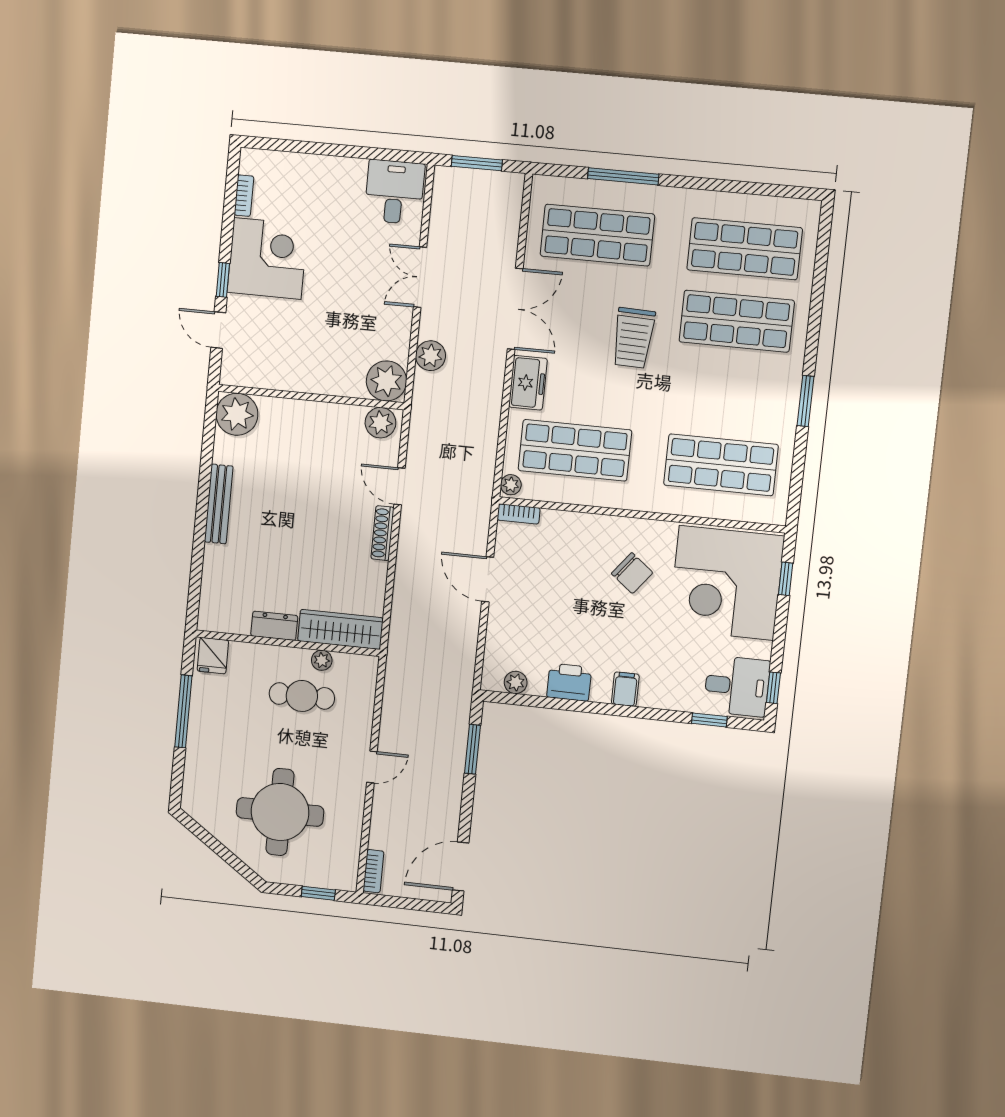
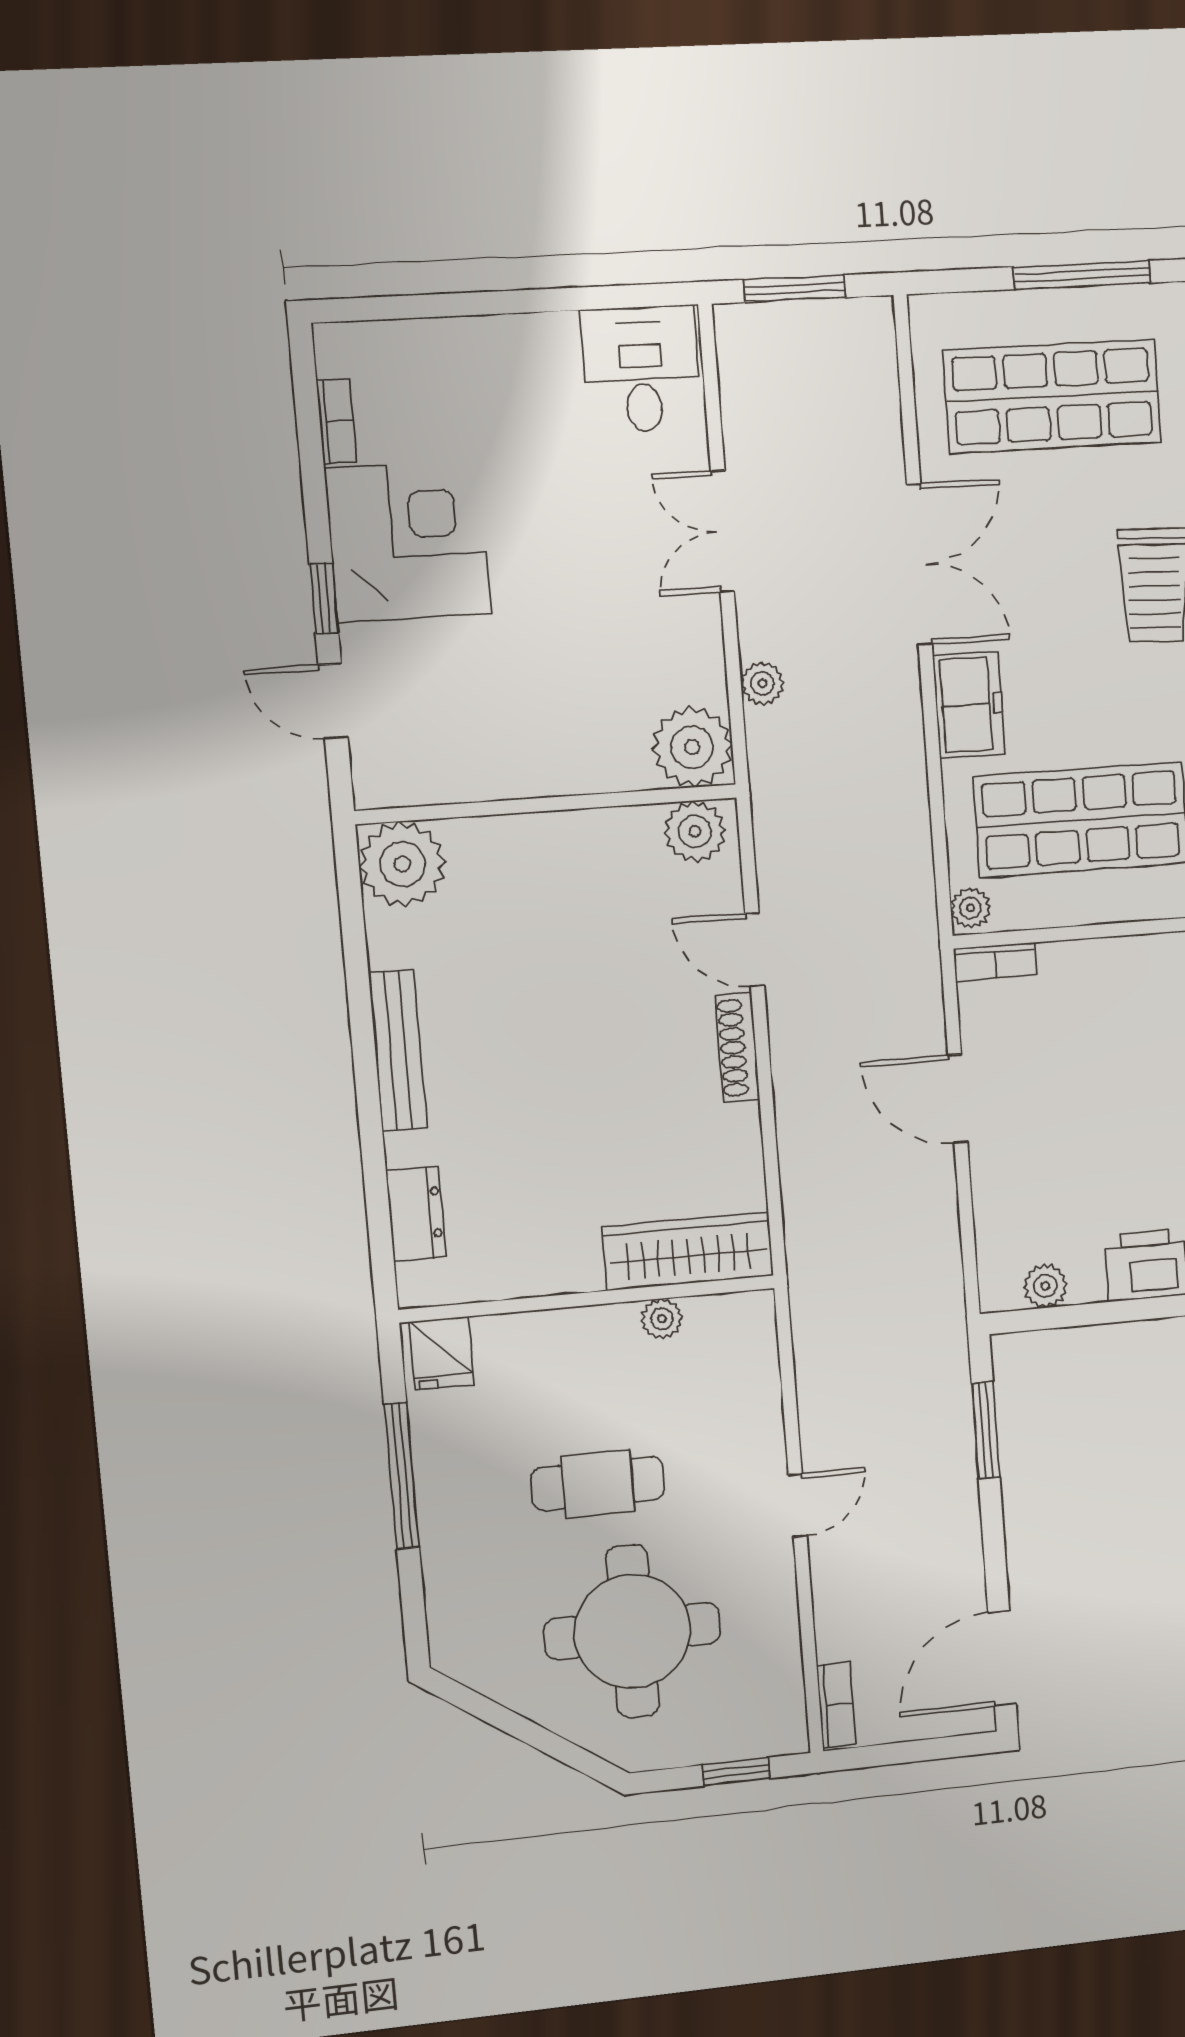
plant: (431, 356) -> (762, 683), width x0.73, depth x0.73
dresser: (274, 626) -> (416, 1214), moved, turned 90
cafe table: (302, 696) -> (598, 1484), moved

